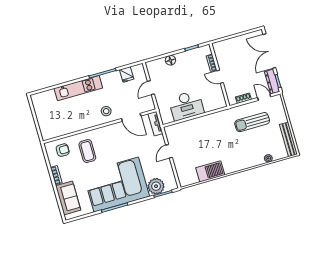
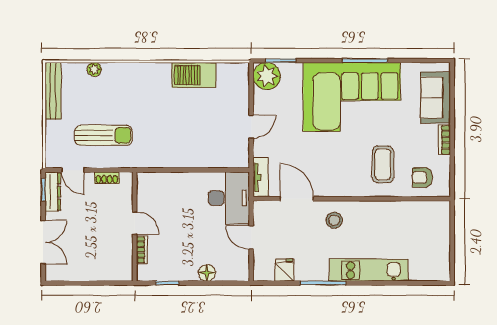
double door: (269, 51) -> (43, 242), width x0.73
door: (151, 88) -> (251, 237), swing flipped
desk: (186, 105) -> (229, 198), moved, turned 90
plant: (156, 186) -> (267, 76), moved

